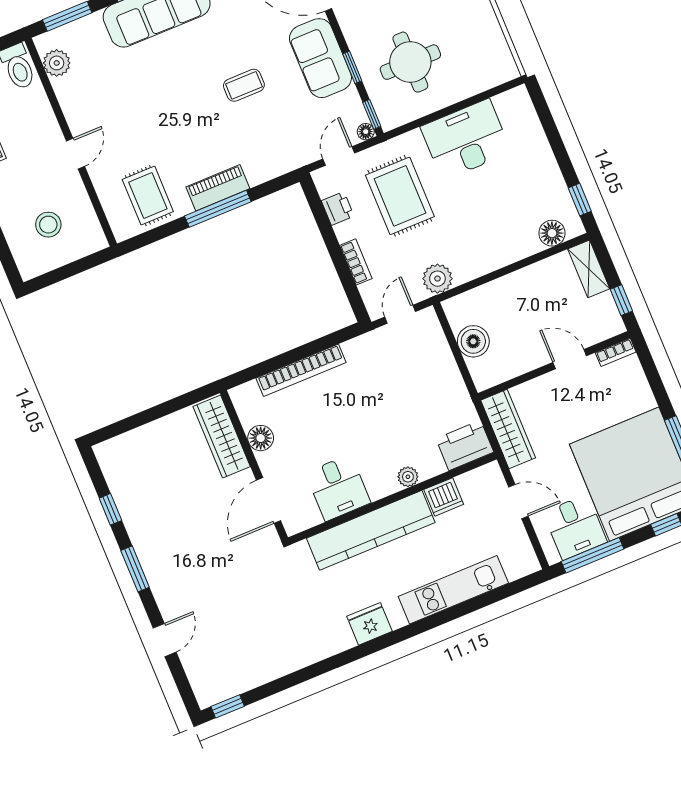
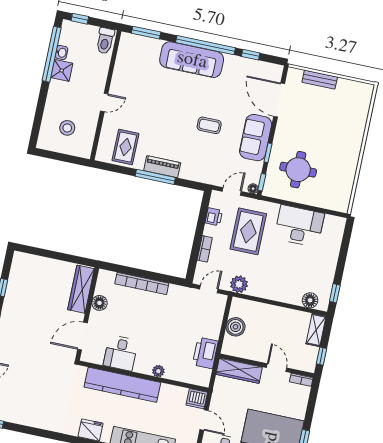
plant: (57, 63) -> (125, 52), removed
wardrobe: (508, 429) -> (239, 371), moved, turned 90
printer: (465, 445) -> (205, 353), moved, turned -90
dishwasher: (444, 497) -> (197, 399), moved

